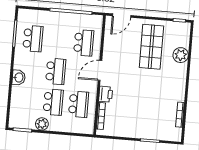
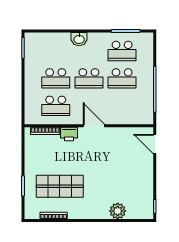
school desk: (84, 43) -> (122, 78), moved
shop shelf: (151, 47) -> (60, 186), moved
plant: (42, 124) -> (31, 68), removed

